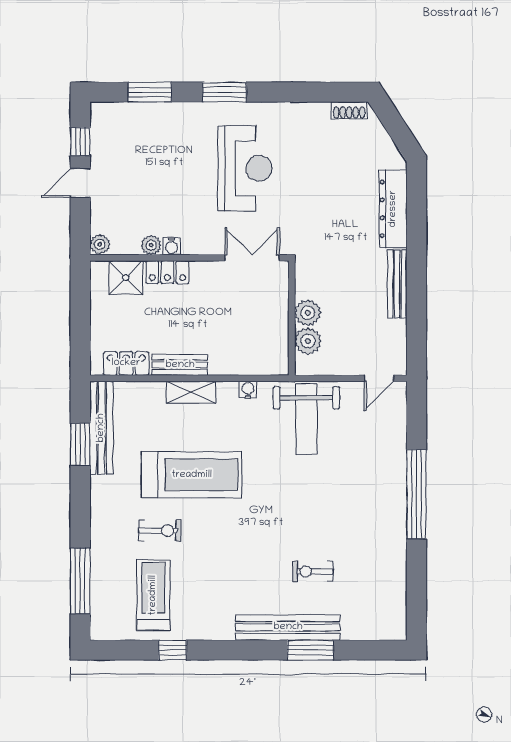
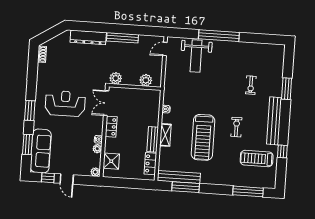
sofa: (138, 122) -> (41, 151), added
locker: (167, 272) -> (111, 127), moved
plant: (308, 313) -> (116, 78), moved
door: (379, 378) -> (165, 49), swing flipped
weight bench: (306, 419) -> (196, 56), moved, turned 90
window: (80, 444) -> (186, 187), width x1.44
treadmill: (192, 475) -> (203, 137), turned 180
exercise bike: (160, 531) -> (236, 127), moved
bench: (288, 627) -> (274, 121), moved

